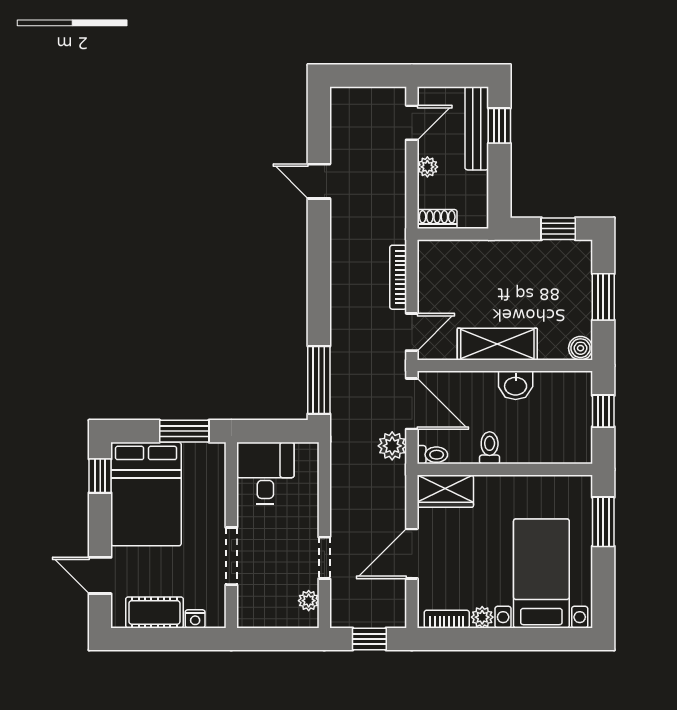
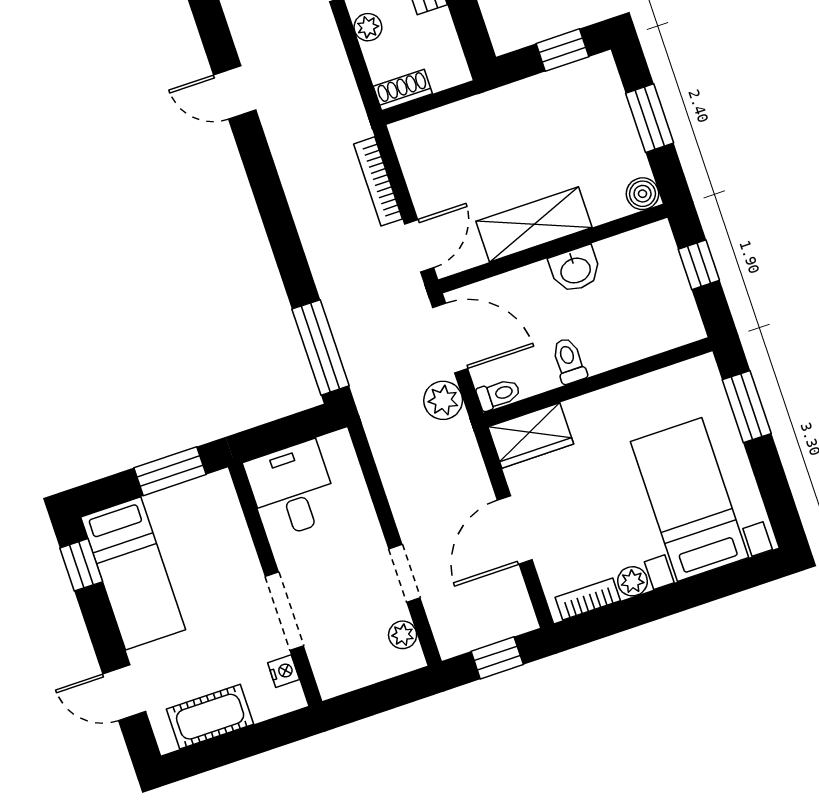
bed: (146, 494) -> (133, 573), width x0.67
nightstand: (195, 619) -> (284, 671), moved, turned -90

